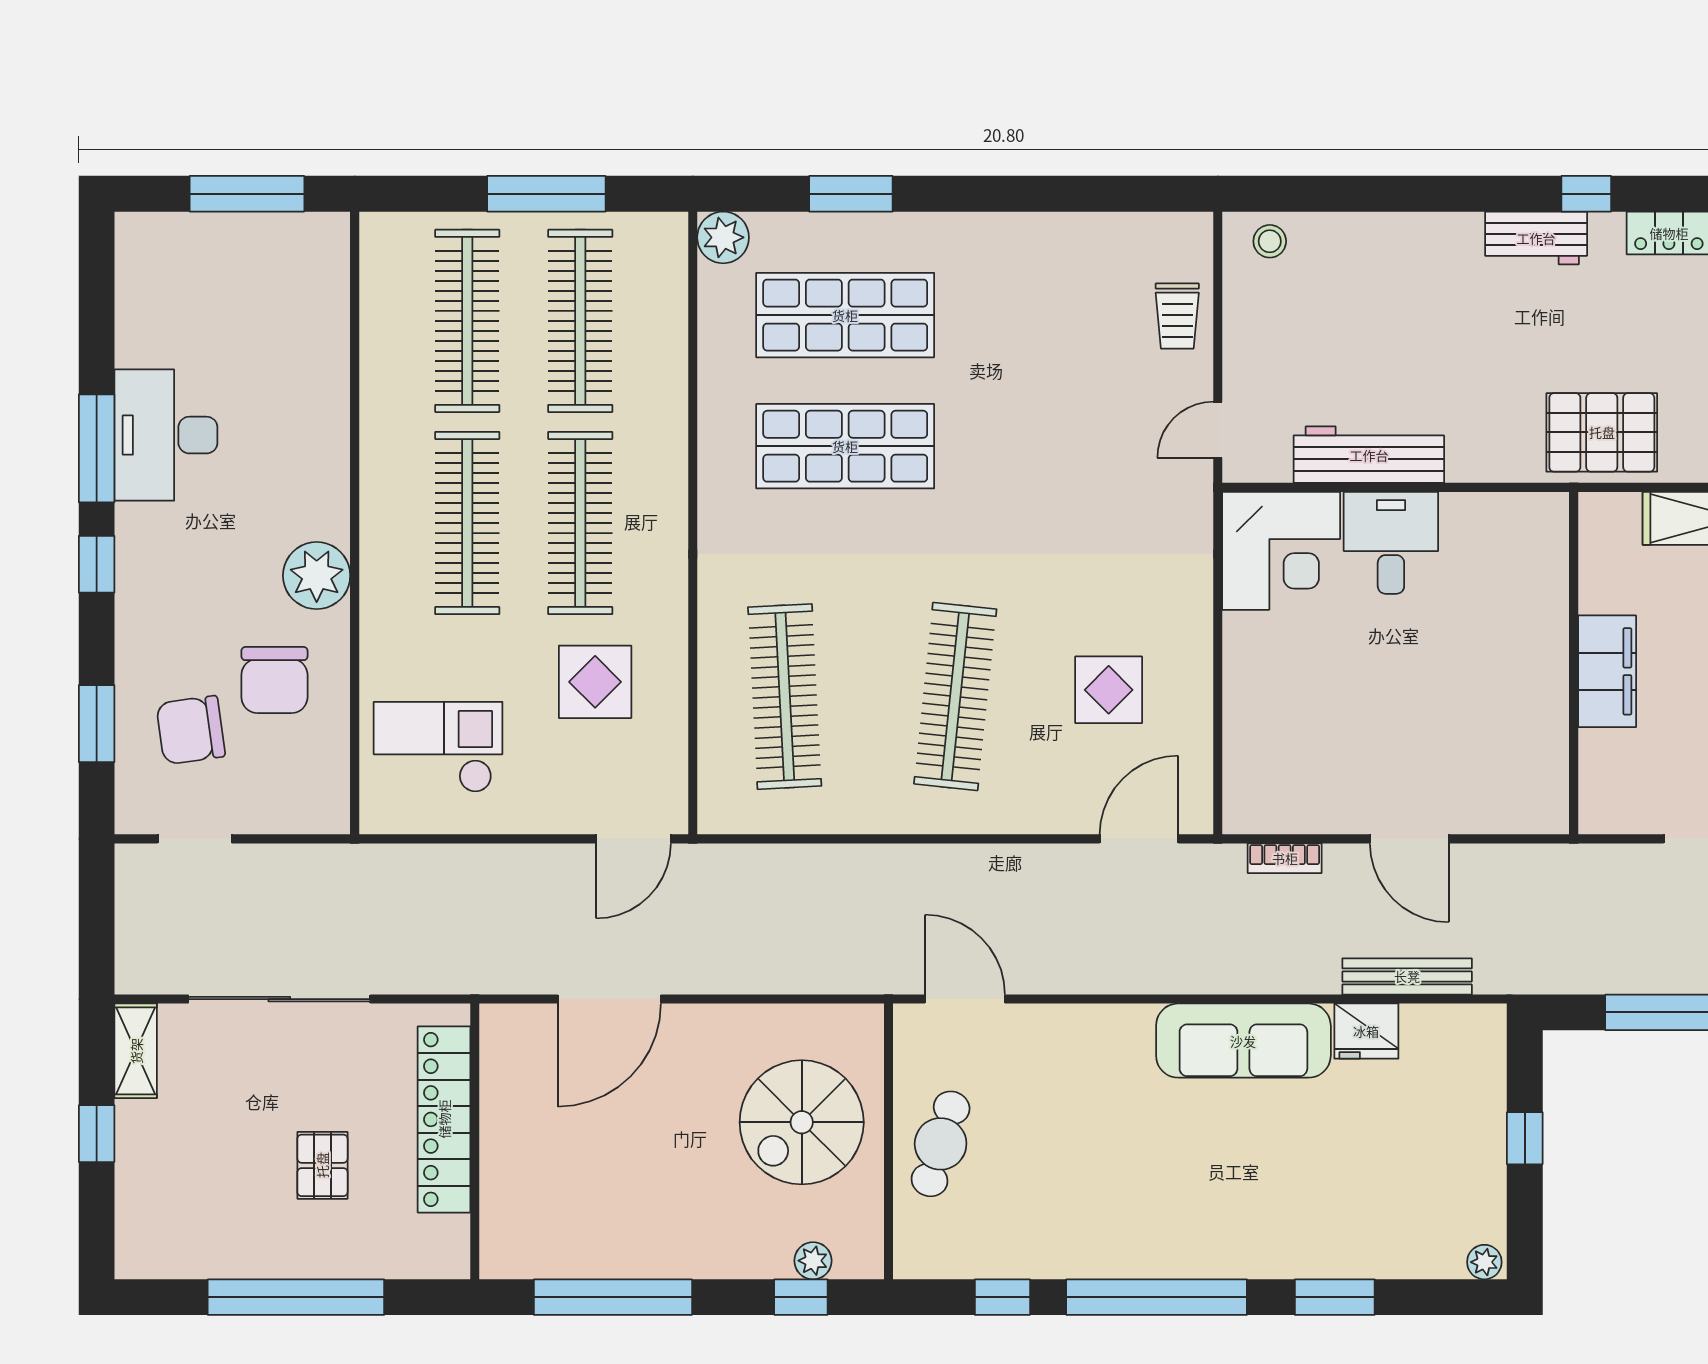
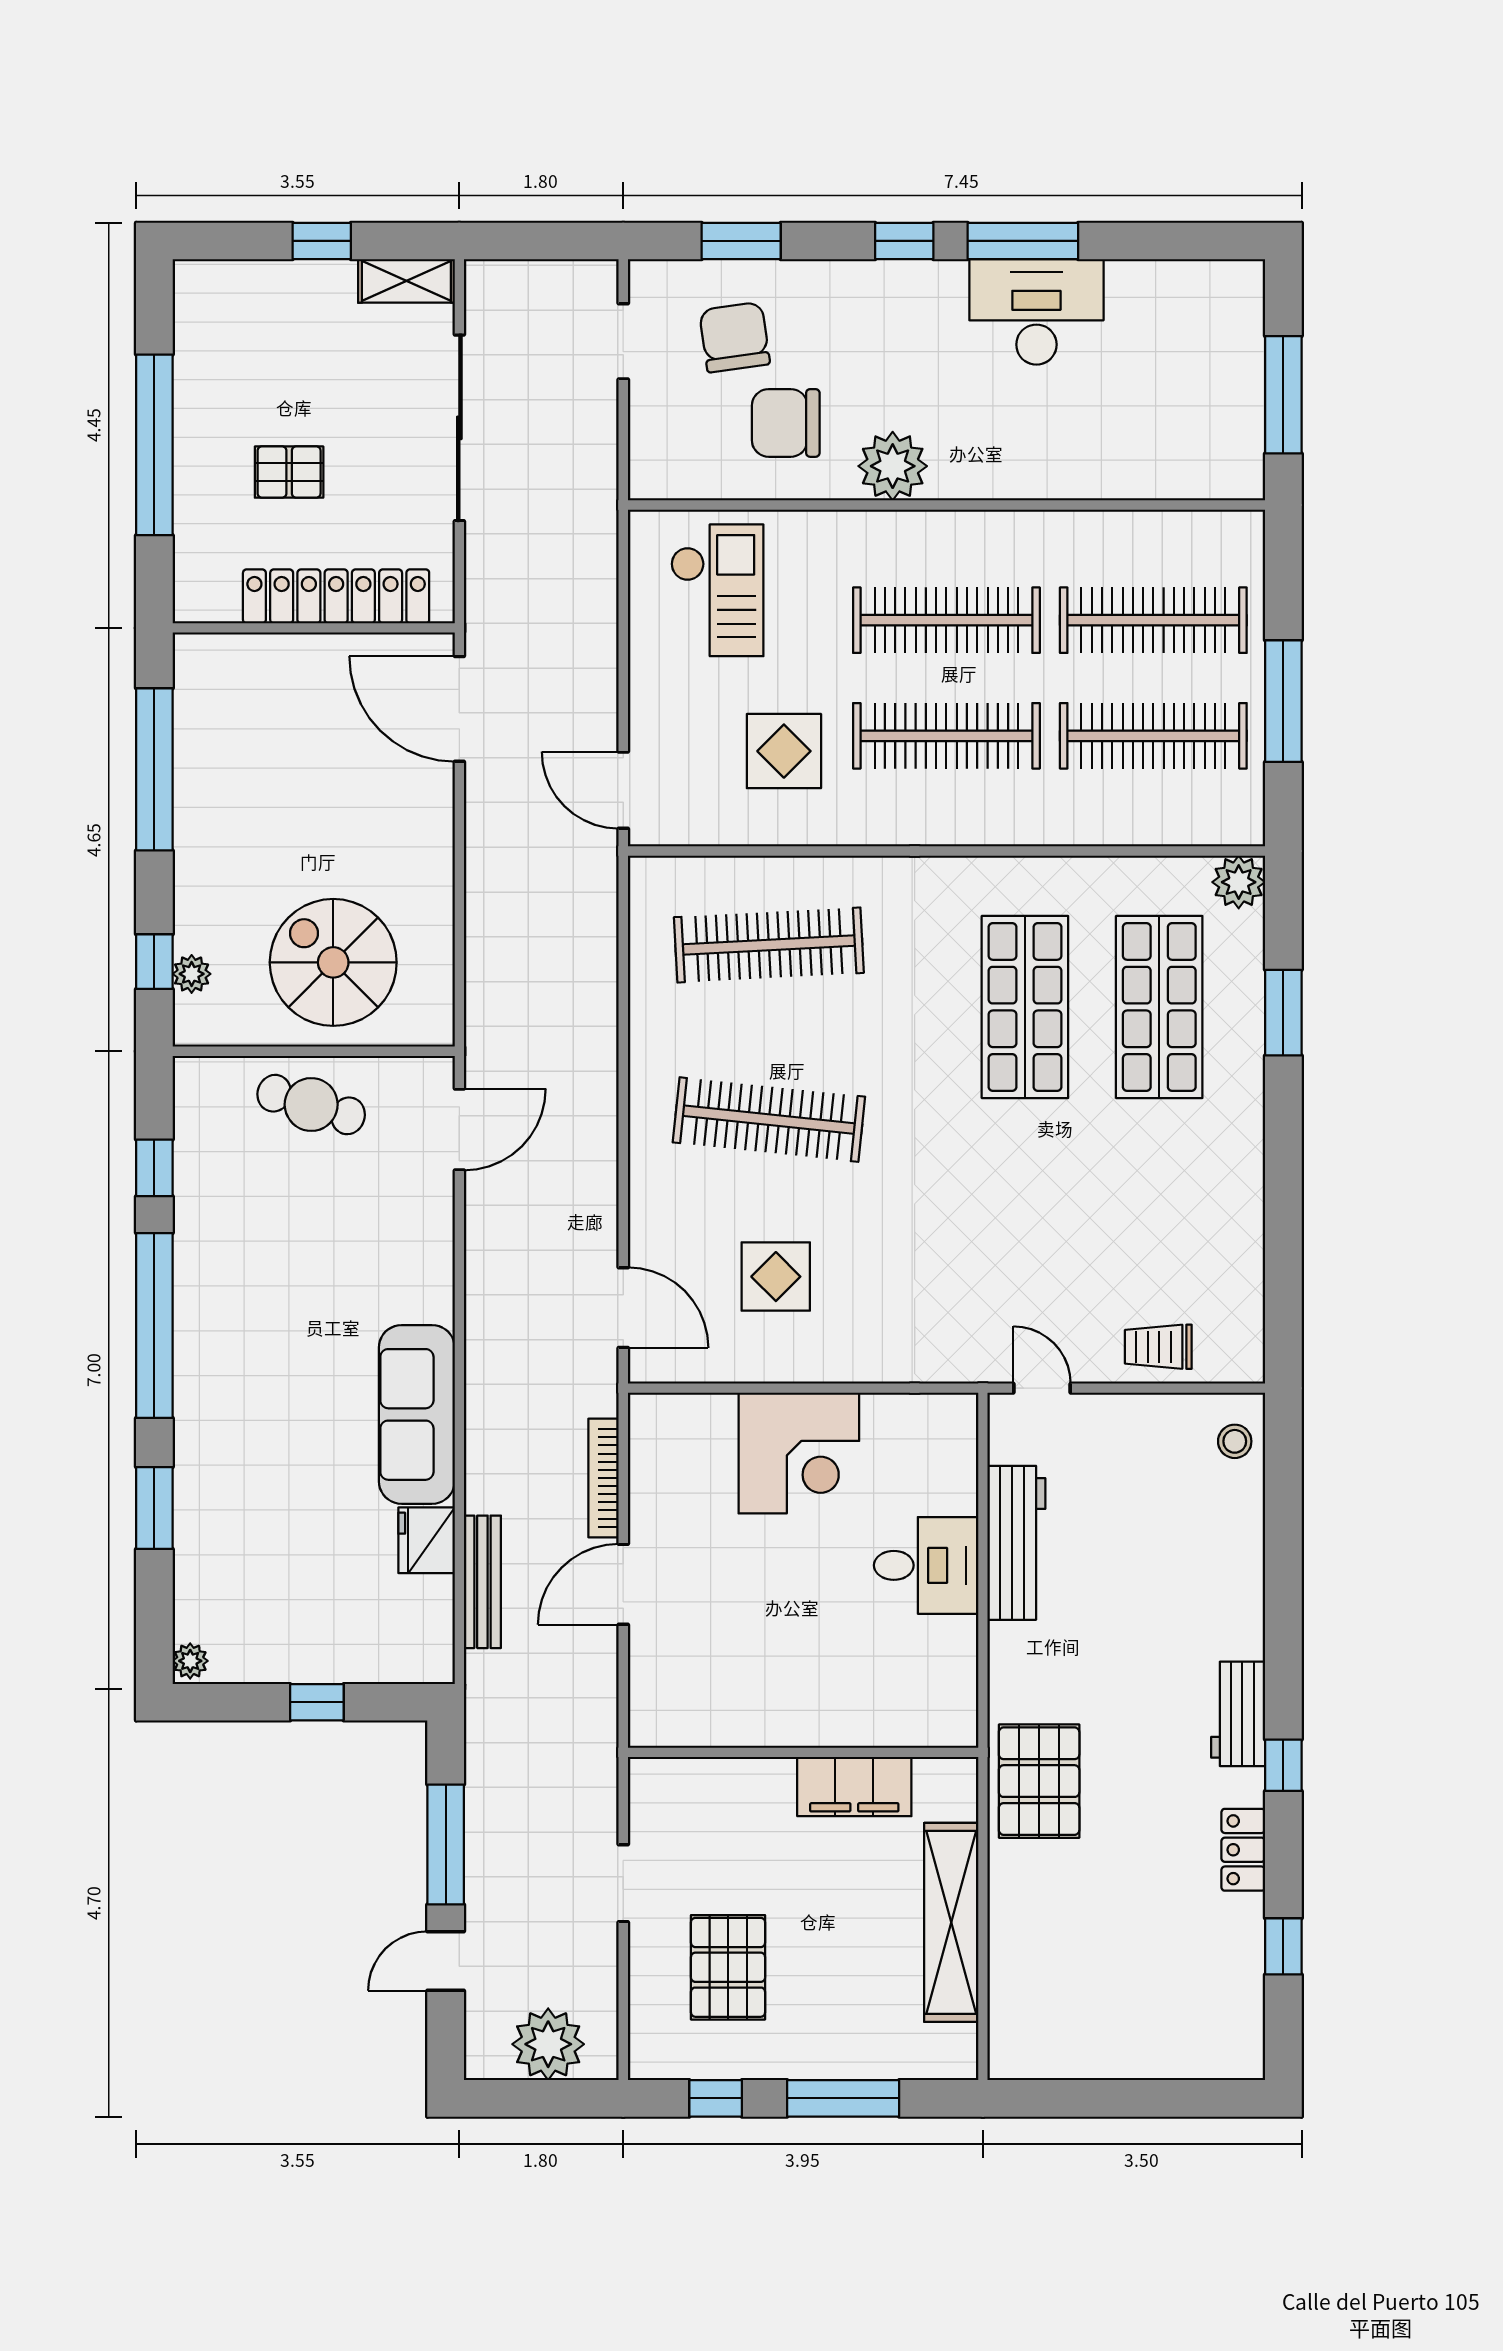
corner desk: (1281, 551) -> (799, 1453), moved, turned -90
filing cabinet: (1607, 671) -> (854, 1787), moved
bookcase: (1285, 858) -> (603, 1478), width x1.56
door: (609, 999) -> (459, 709), moved

